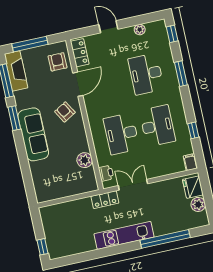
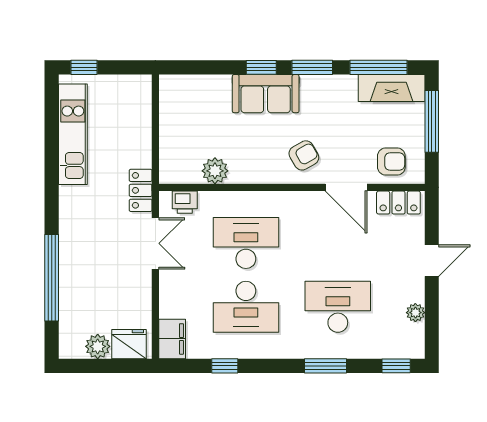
sofa: (33, 134) -> (266, 94), width x0.73
window: (21, 147) -> (261, 67), added
filing cabinet: (190, 162) -> (172, 339), width x2.00
kitchen unit: (124, 235) -> (73, 134), moved

